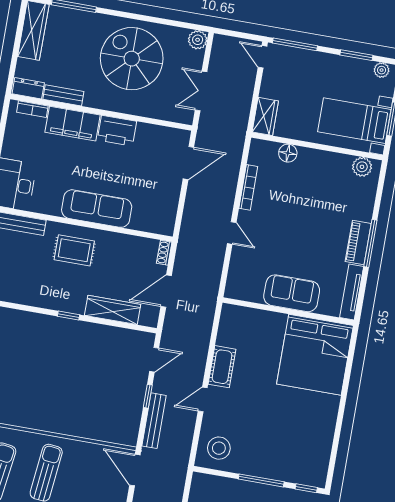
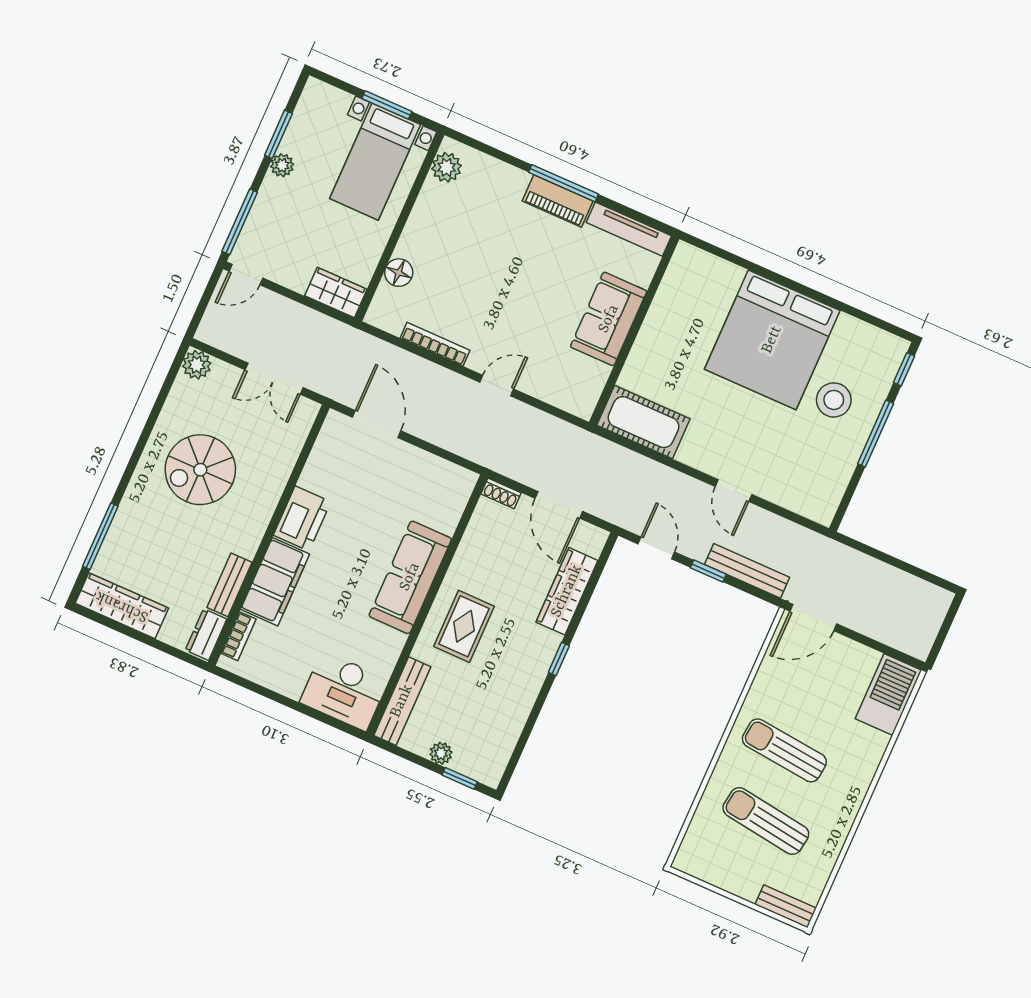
spiral stairs: (132, 59) -> (200, 470), width x0.73, depth x0.73
plant: (382, 70) -> (282, 165), moved
bed: (315, 355) -> (772, 340), moved, turned 90
cot: (222, 367) -> (643, 422), moved, width x1.37, depth x1.34
stool: (219, 448) -> (834, 400), moved

